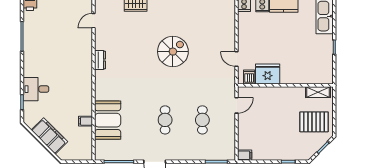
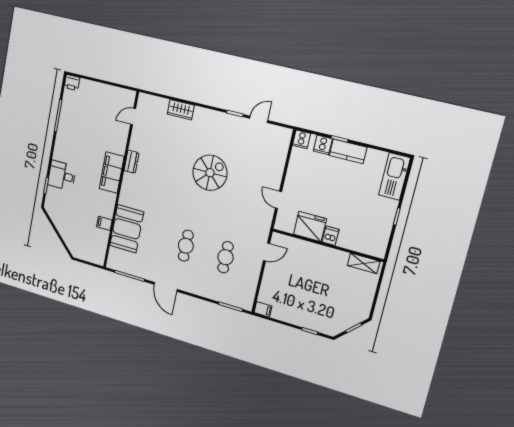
dishwasher: (249, 77) -> (331, 236), moved
pallet: (314, 122) -> (350, 296), removed
filing cabinet: (49, 136) -> (112, 173), moved, turned -135

